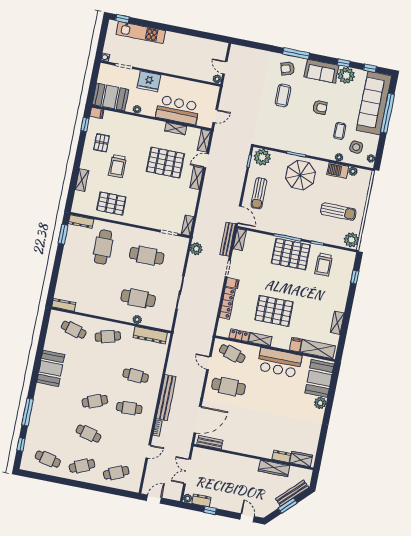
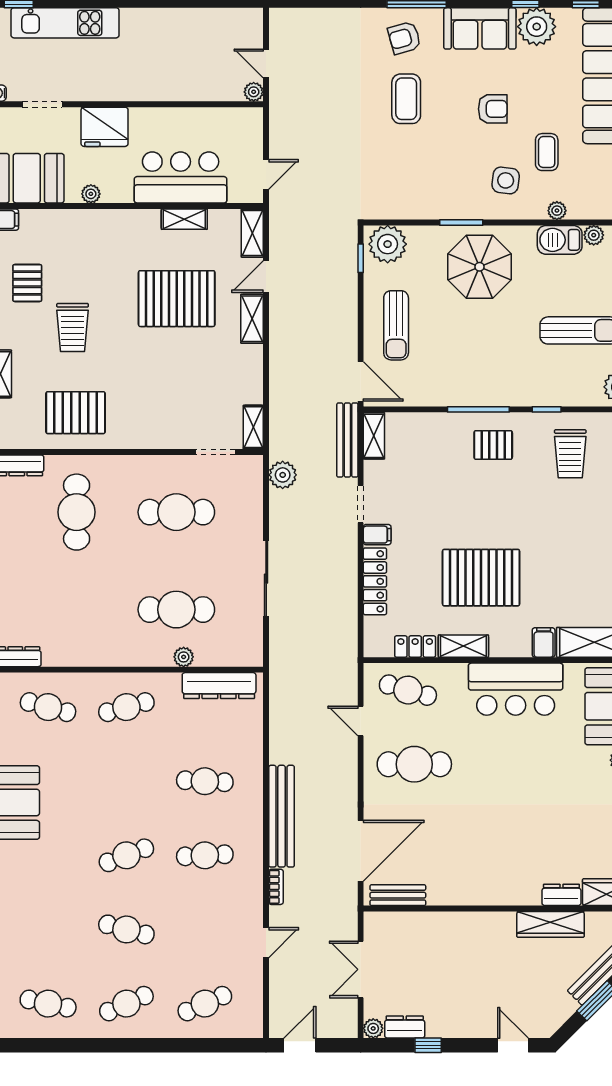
side table: (356, 147) -> (506, 180), moved
pallet: (291, 254) -> (493, 445), width x0.49, depth x0.50

